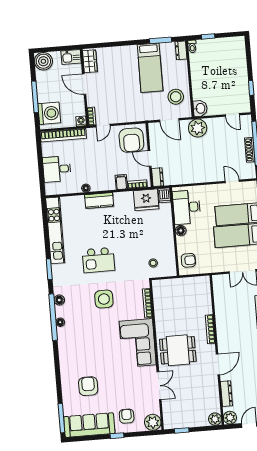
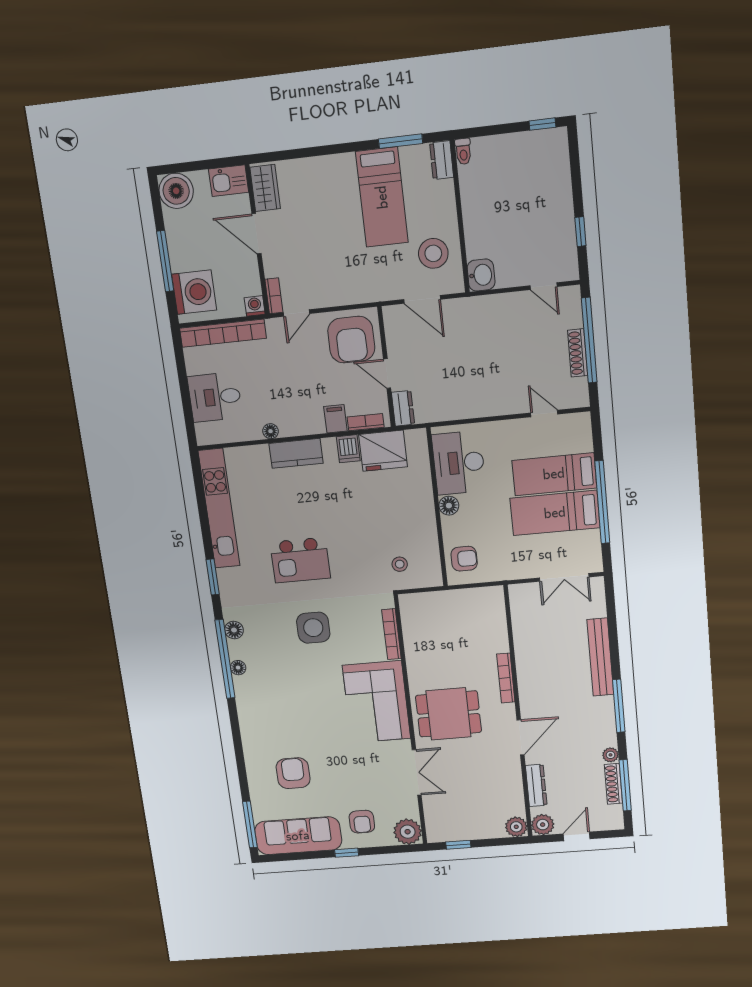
window: (208, 36) -> (542, 124), moved
plant: (198, 128) -> (477, 313), removed
dishwasher: (164, 195) -> (348, 449), moved
armchair: (127, 416) -> (362, 822), turned 180

